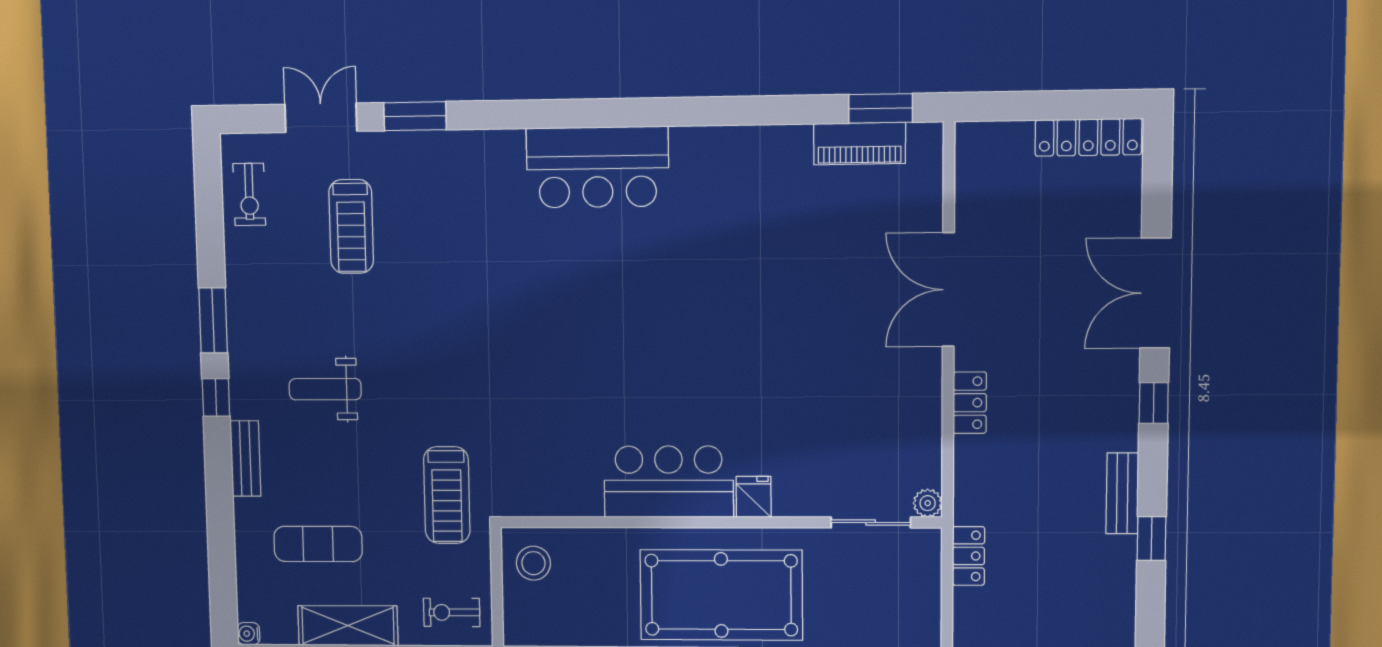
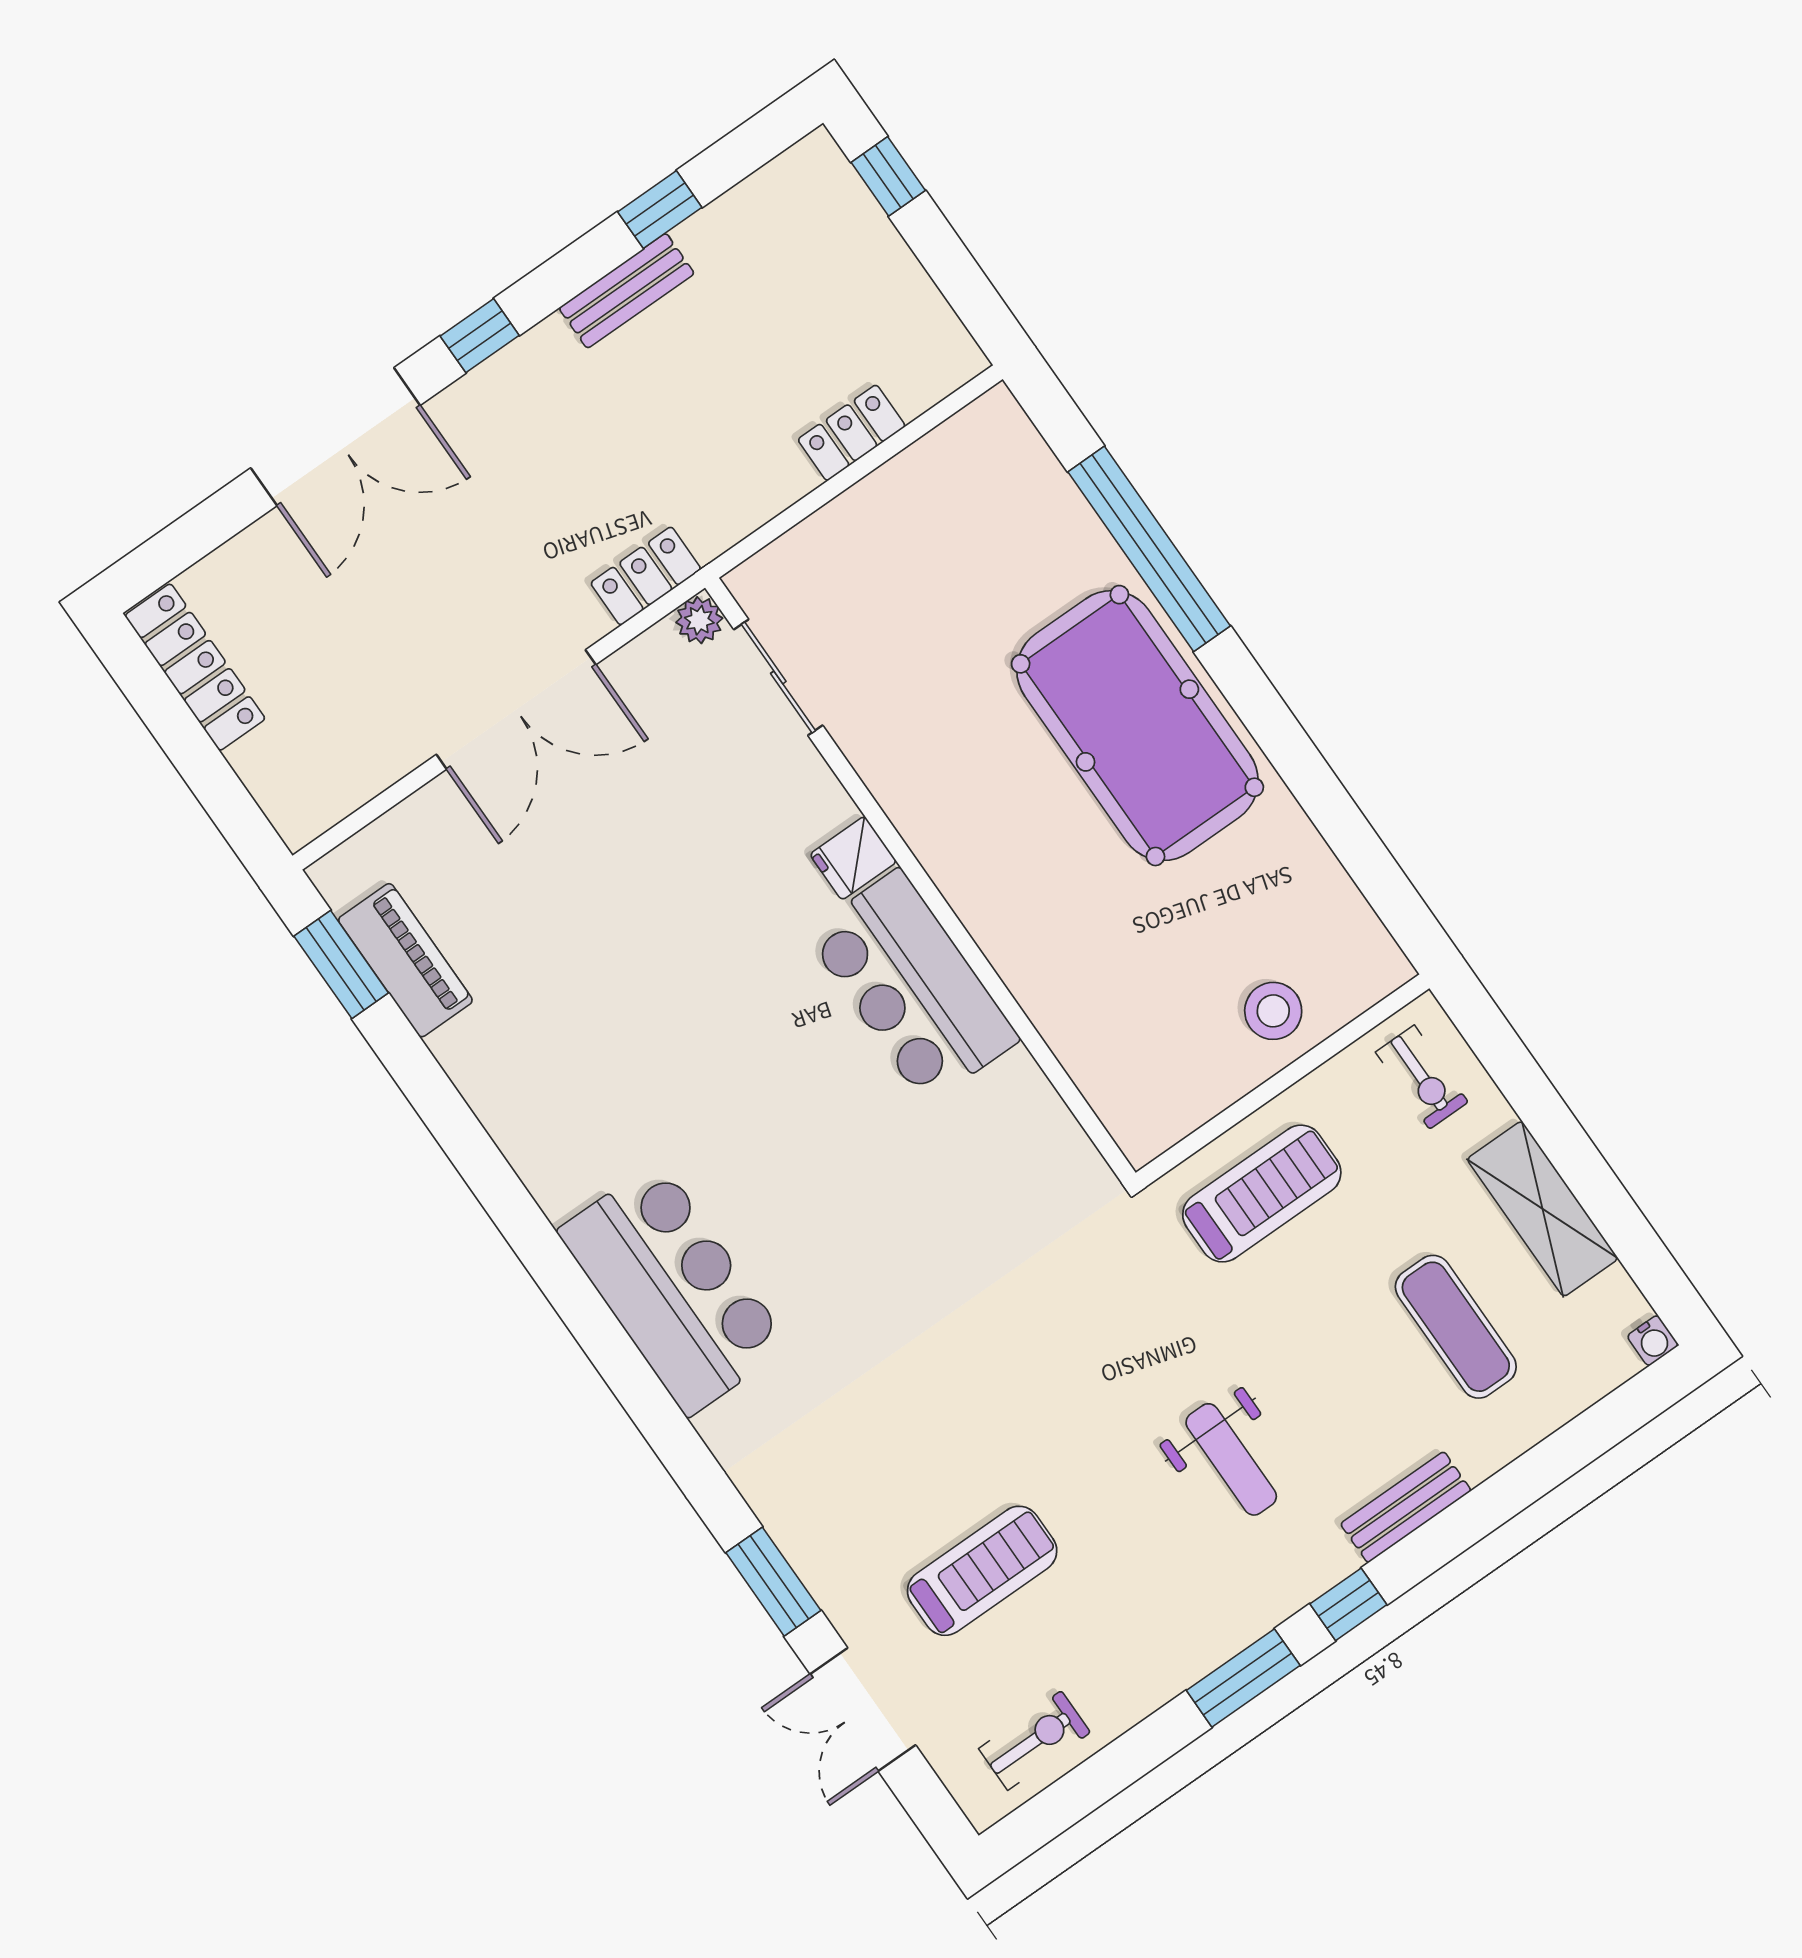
bar counter: (669, 482) -> (912, 987), moved
fridge: (754, 497) -> (853, 858), moved
plant: (928, 503) -> (699, 620), moved
wall: (719, 522) -> (920, 880), moved
sliding door: (871, 523) -> (778, 677), moved

